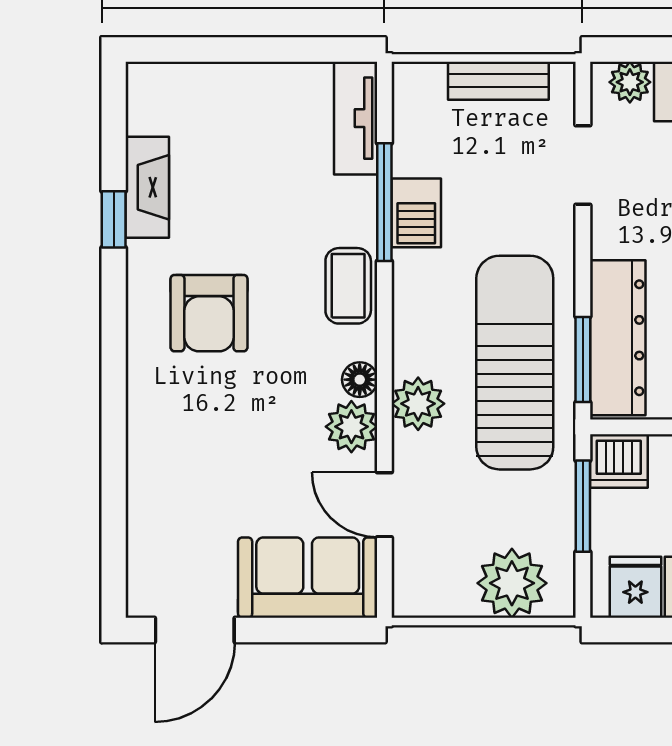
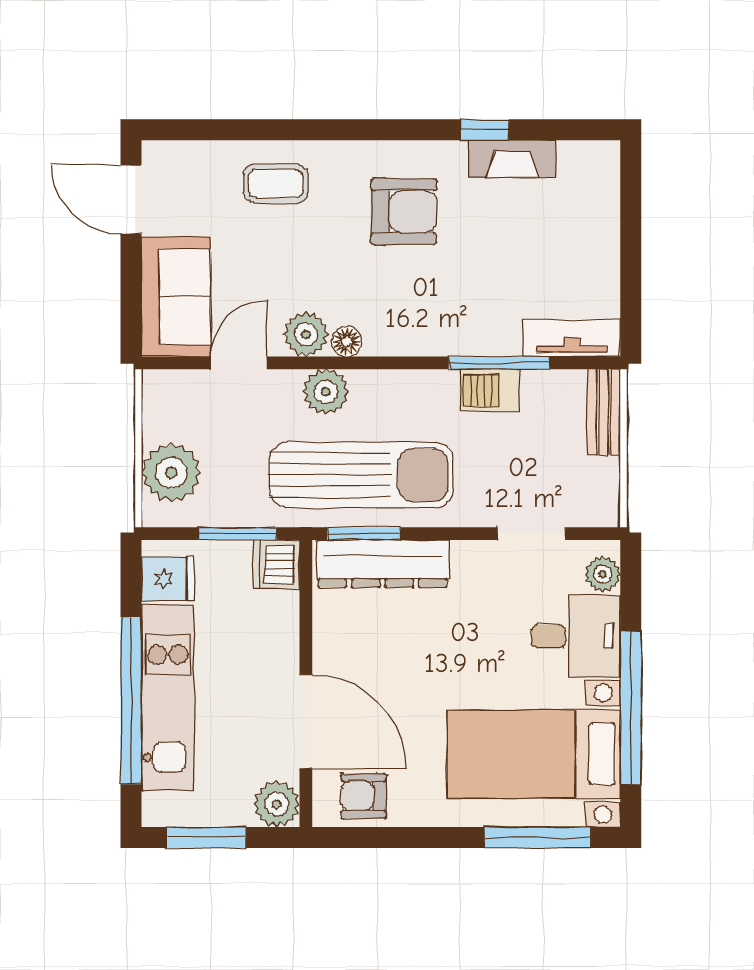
bench: (498, 81) -> (604, 412), moved
coffee table: (348, 286) -> (276, 184), moved
armchair: (209, 313) -> (404, 212), turned 180

